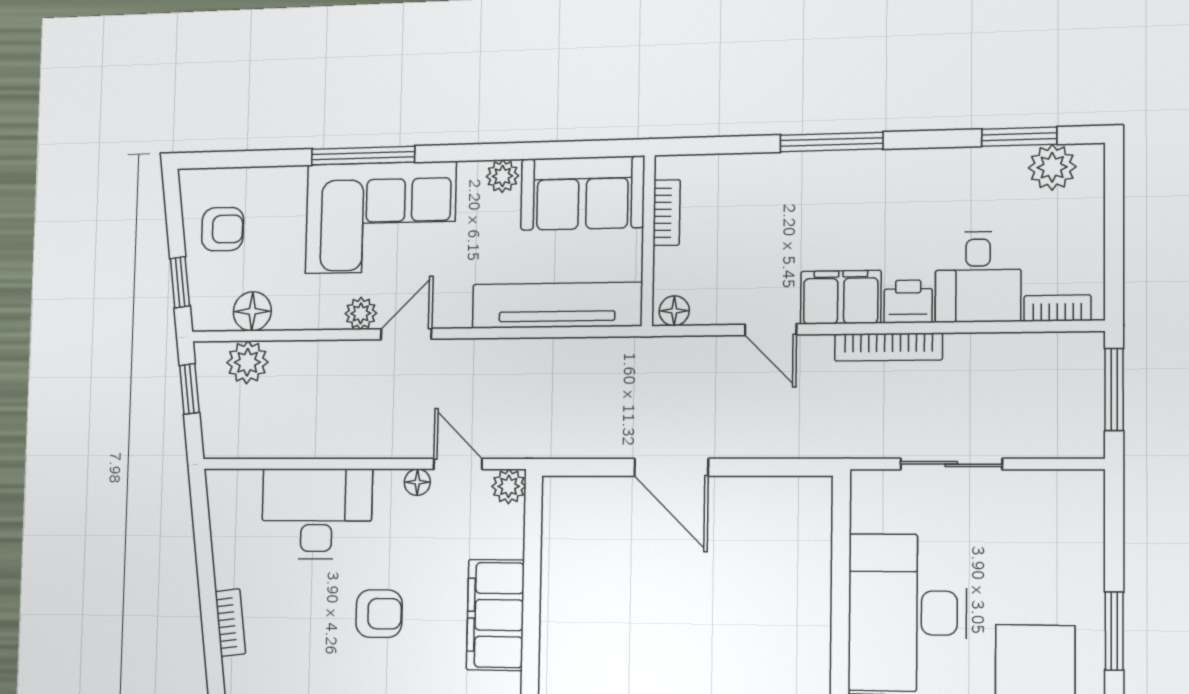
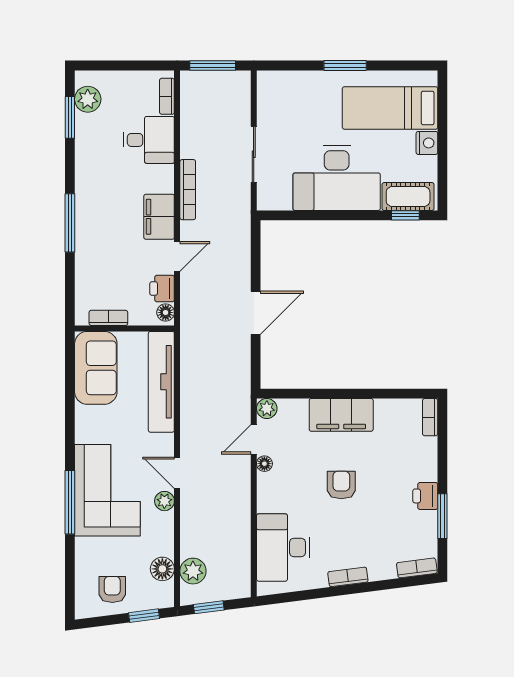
plant: (502, 176) -> (84, 416), removed
printer: (908, 302) -> (162, 289), moved
desk: (317, 514) -> (283, 548), moved

